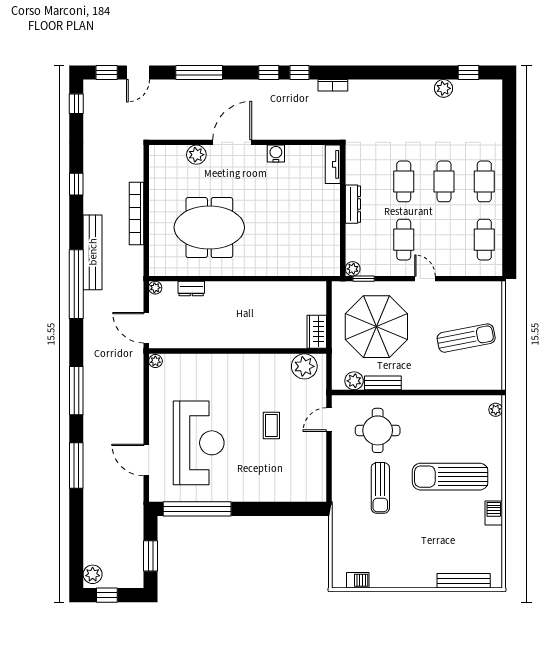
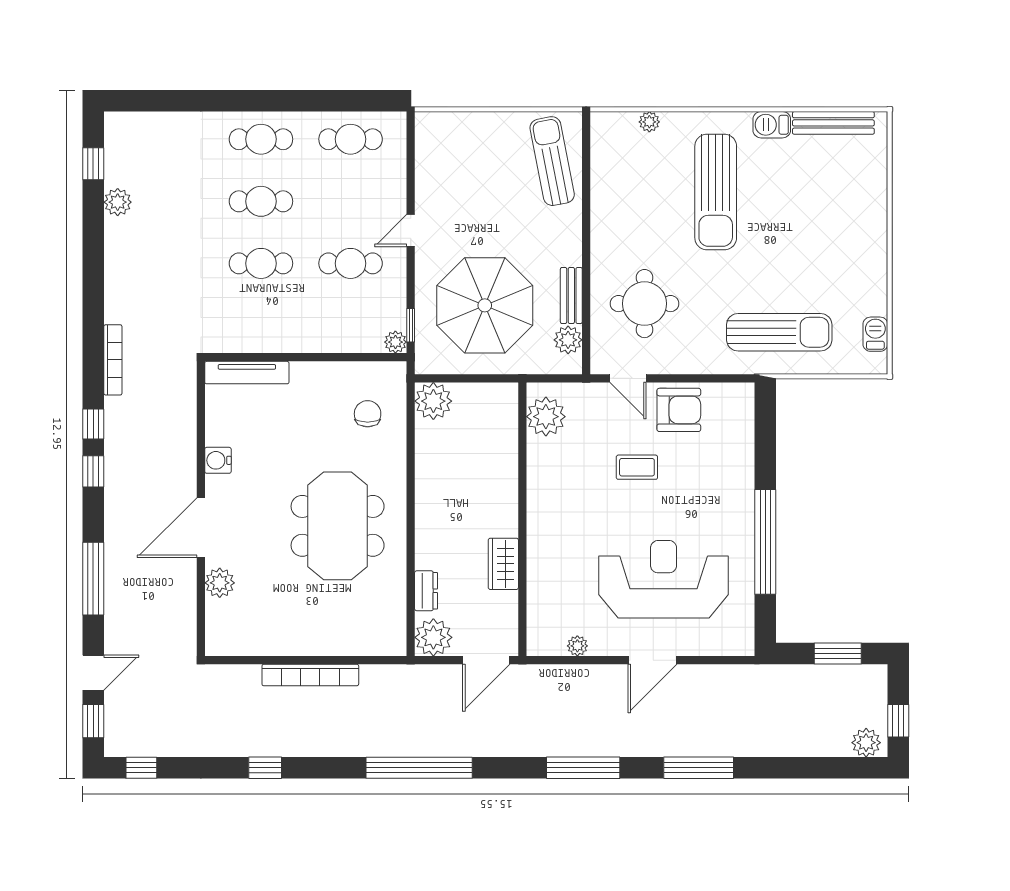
door: (138, 73) -> (93, 673), hinge flipped
bookcase: (333, 85) -> (113, 360), width x1.56
door: (232, 142) -> (201, 528), hinge flipped
tv unit: (333, 164) -> (247, 373), width x1.41
dresser: (353, 204) -> (296, 342), removed
meeting table: (209, 228) -> (338, 526), moved
chair: (306, 251) -> (368, 414), added
bench: (93, 252) -> (370, 743), removed
plant: (155, 288) -> (433, 637), width x1.87, depth x1.87
plant: (314, 293) -> (433, 401), added
wardrobe: (317, 332) -> (503, 564), moved, turned 90
sun lounger: (466, 338) -> (552, 161), moved
plant: (155, 361) -> (577, 646), moved
plant: (496, 410) -> (649, 122), moved
armchair: (309, 453) -> (679, 410), added
door: (146, 460) -> (652, 660), moved
sun lounger: (380, 488) -> (779, 332), moved, width x1.36, depth x1.34
window: (197, 509) -> (765, 542), moved
bench: (464, 581) -> (833, 123), moved, turned 90

